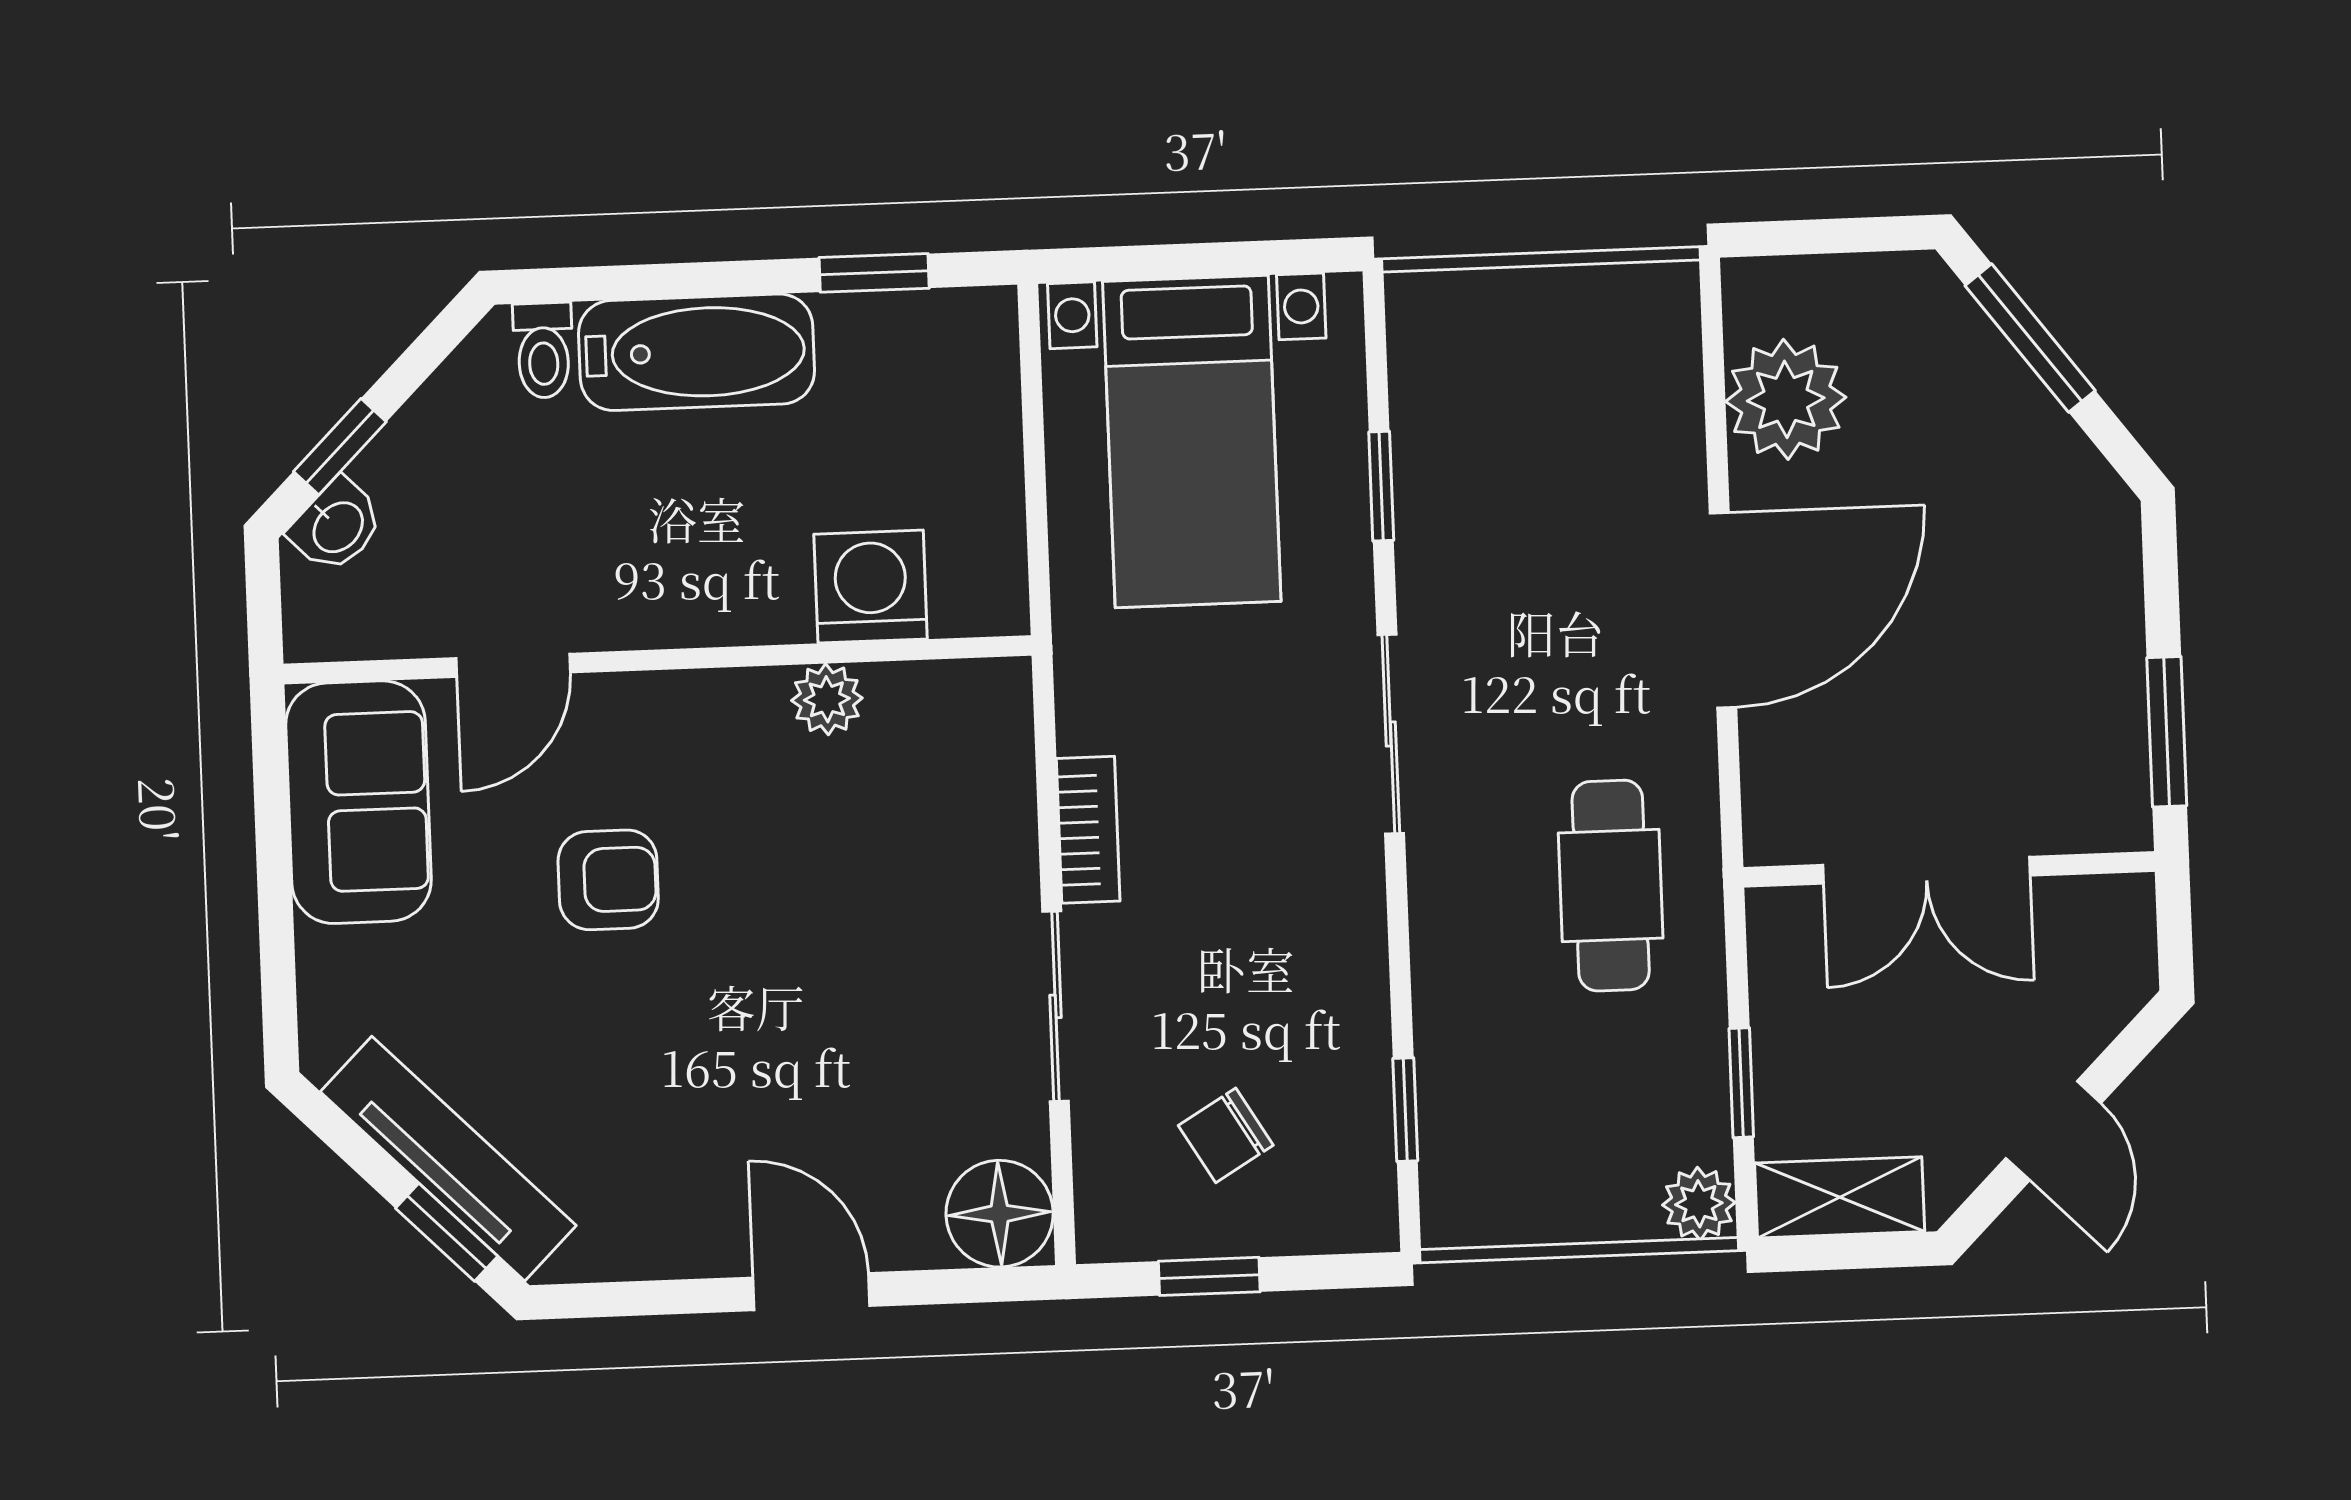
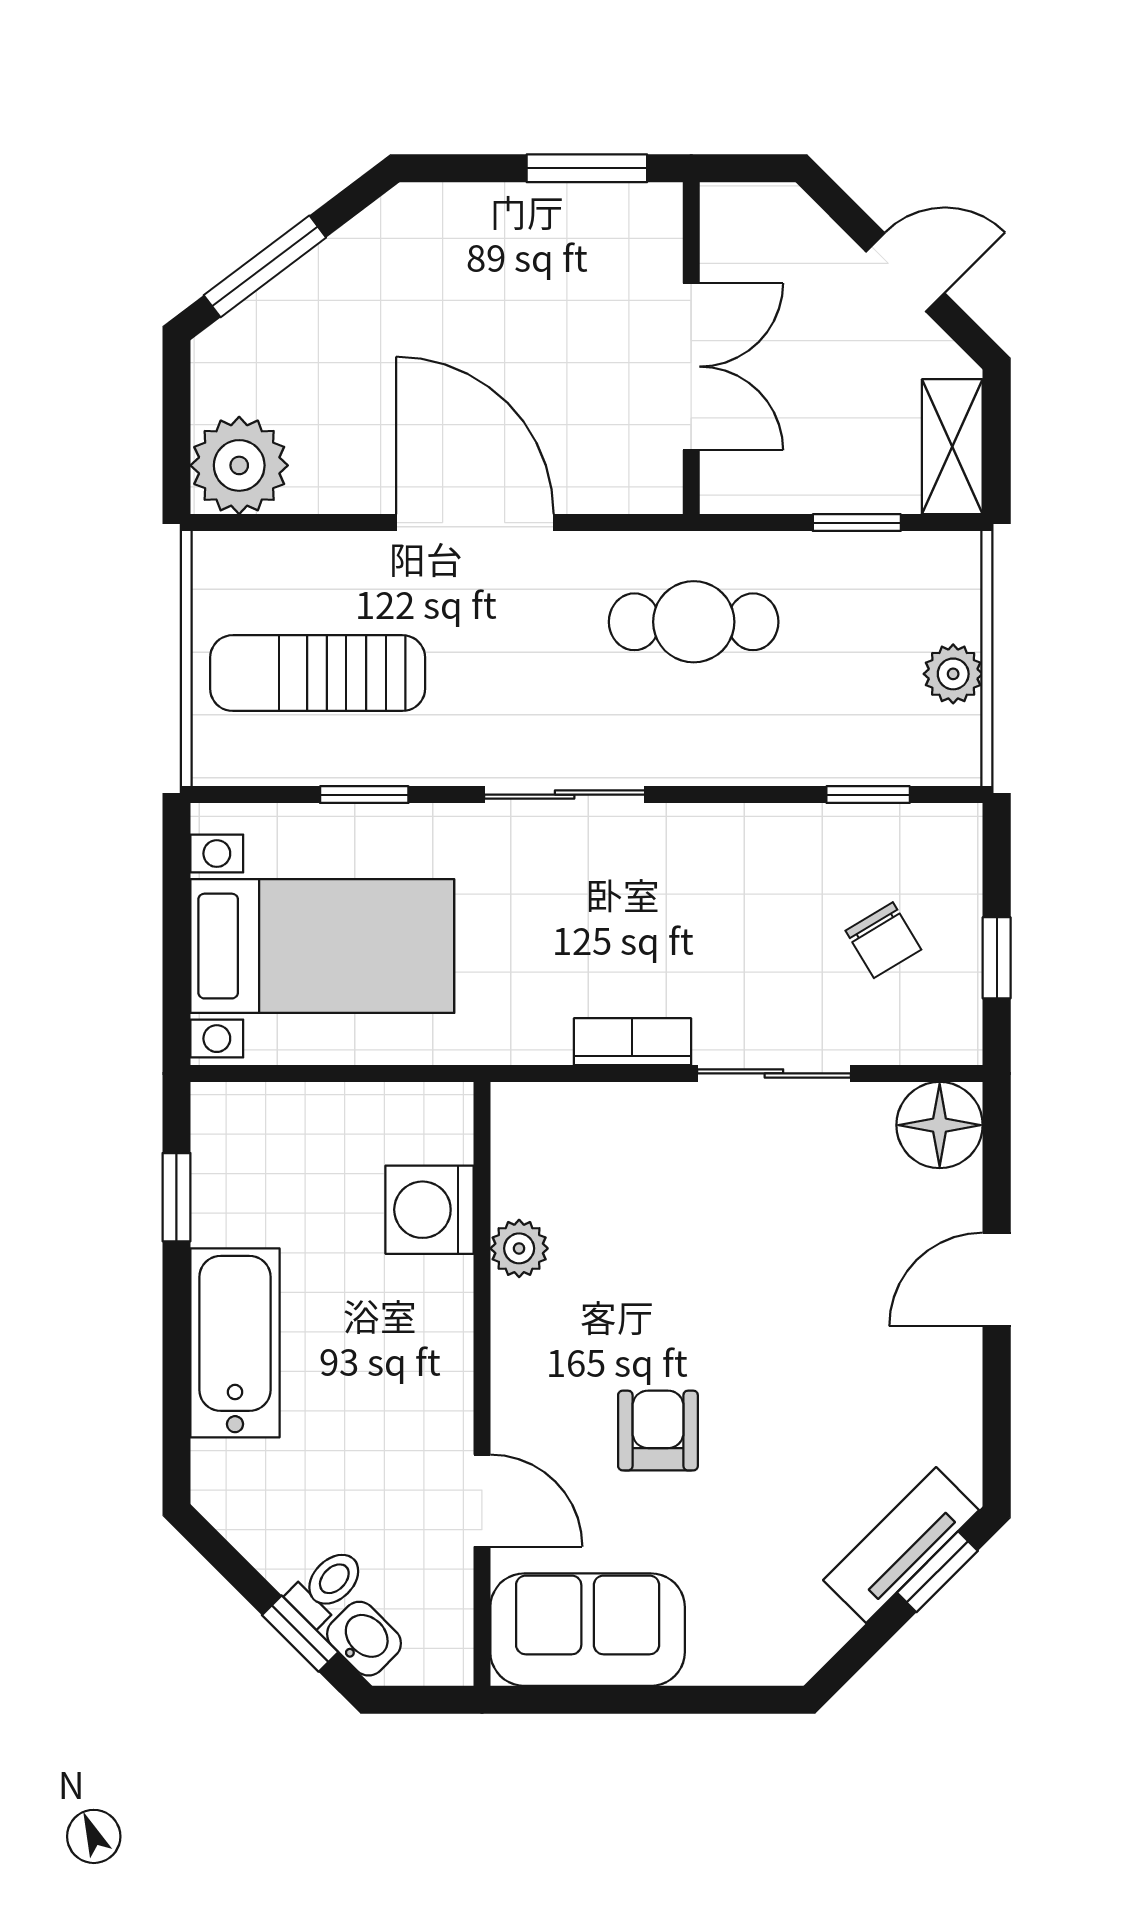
toilet: (543, 350) -> (327, 1586), moved, turned -45
plant: (1786, 399) -> (239, 465), moved
sun lounger: (1529, 423) -> (318, 673), added
tv unit: (448, 1159) -> (901, 1545), width x0.71
plant: (1699, 1204) -> (953, 674), moved

